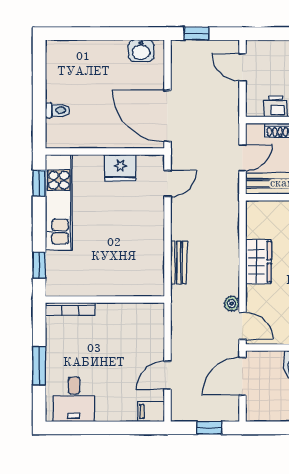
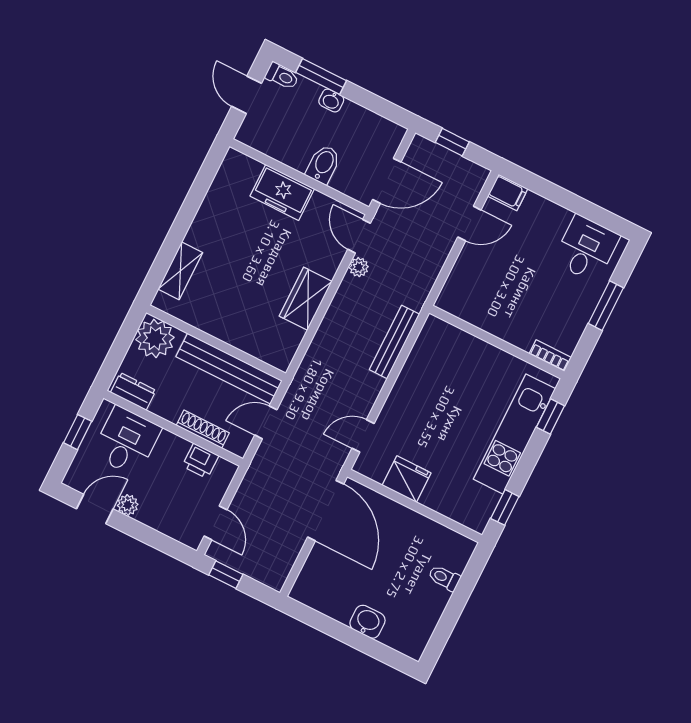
window: (196, 34) -> (226, 575), moved
washbasin: (141, 51) -> (367, 622), moved
kitchen unit: (59, 202) -> (514, 434), moved
bench: (179, 263) -> (394, 342), width x1.36
bookcase: (70, 309) -> (550, 356), width x0.64

